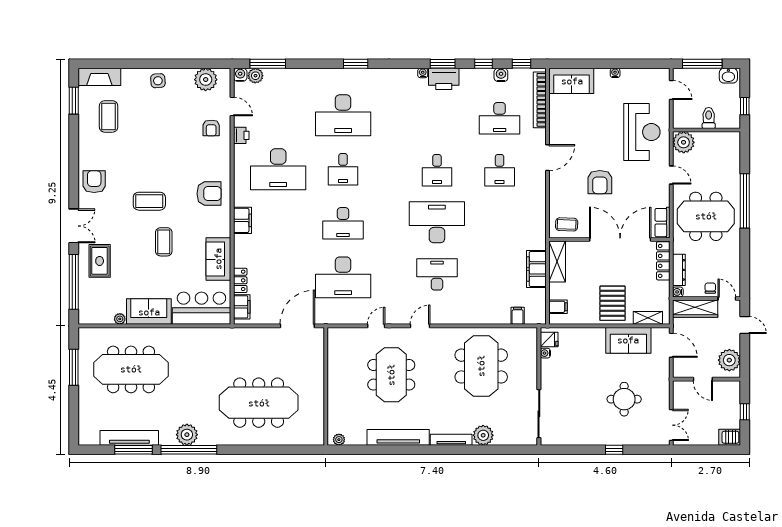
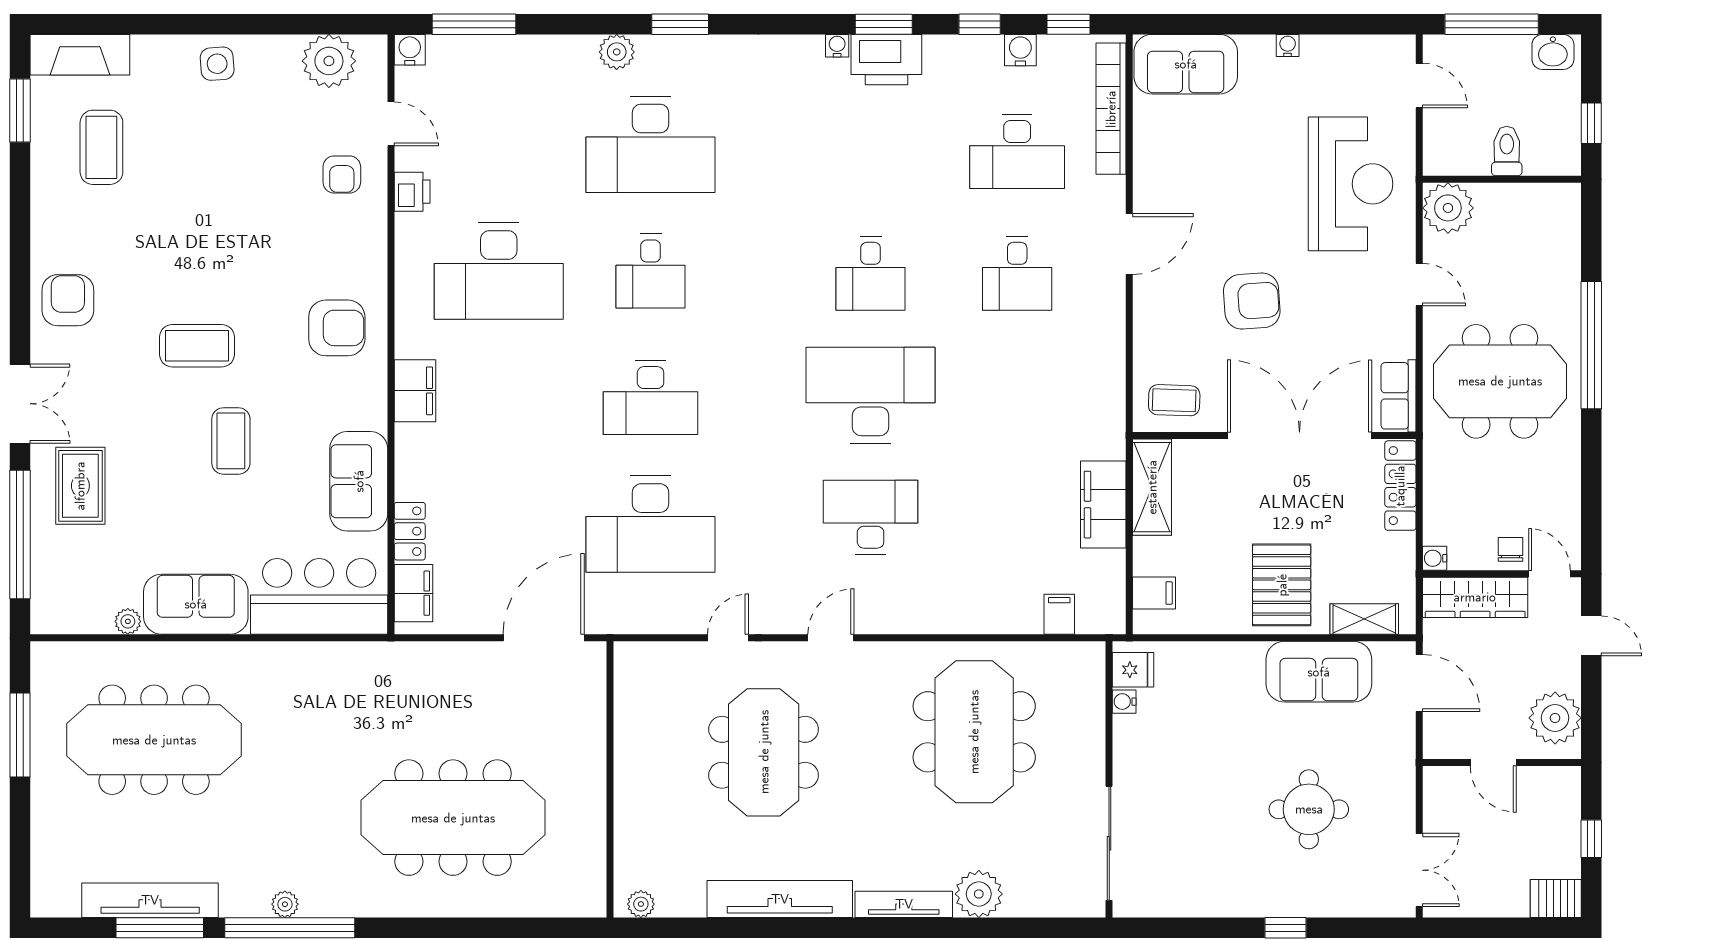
plant: (255, 76) -> (617, 52), moved
armchair: (600, 182) -> (1252, 301), turned -94
dresser: (679, 270) -> (1437, 507), removed
plant: (187, 435) -> (285, 904), width x0.53, depth x0.53

